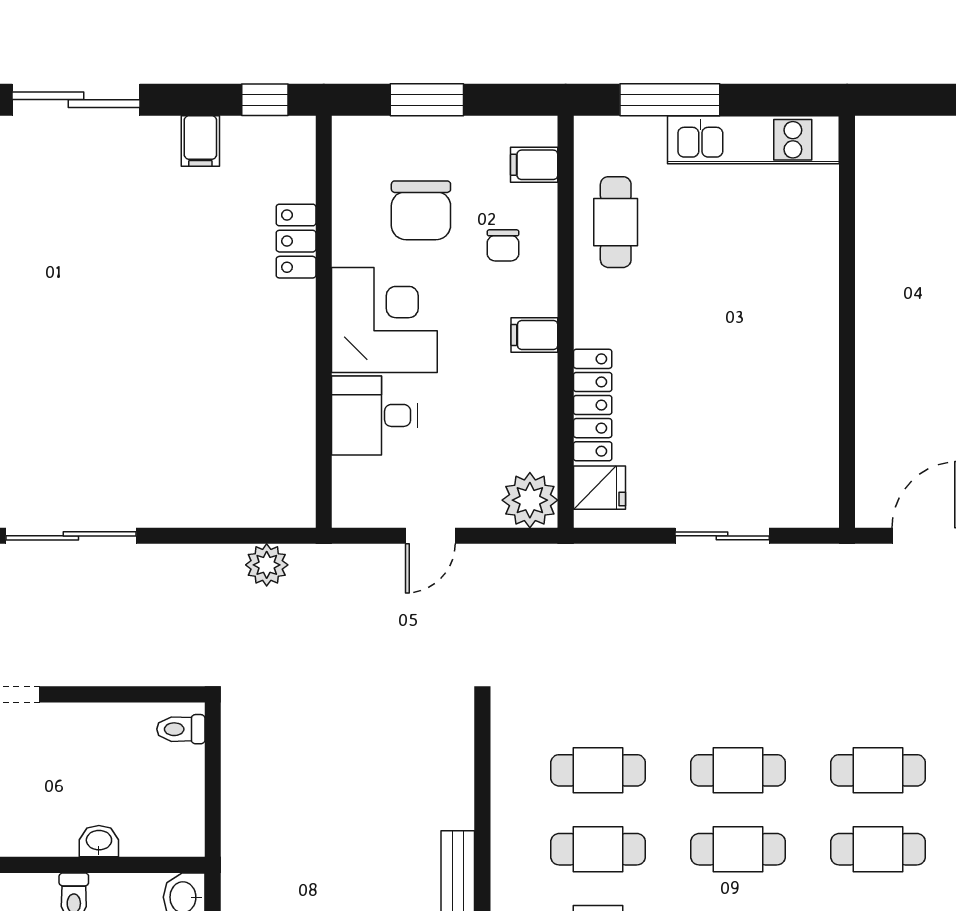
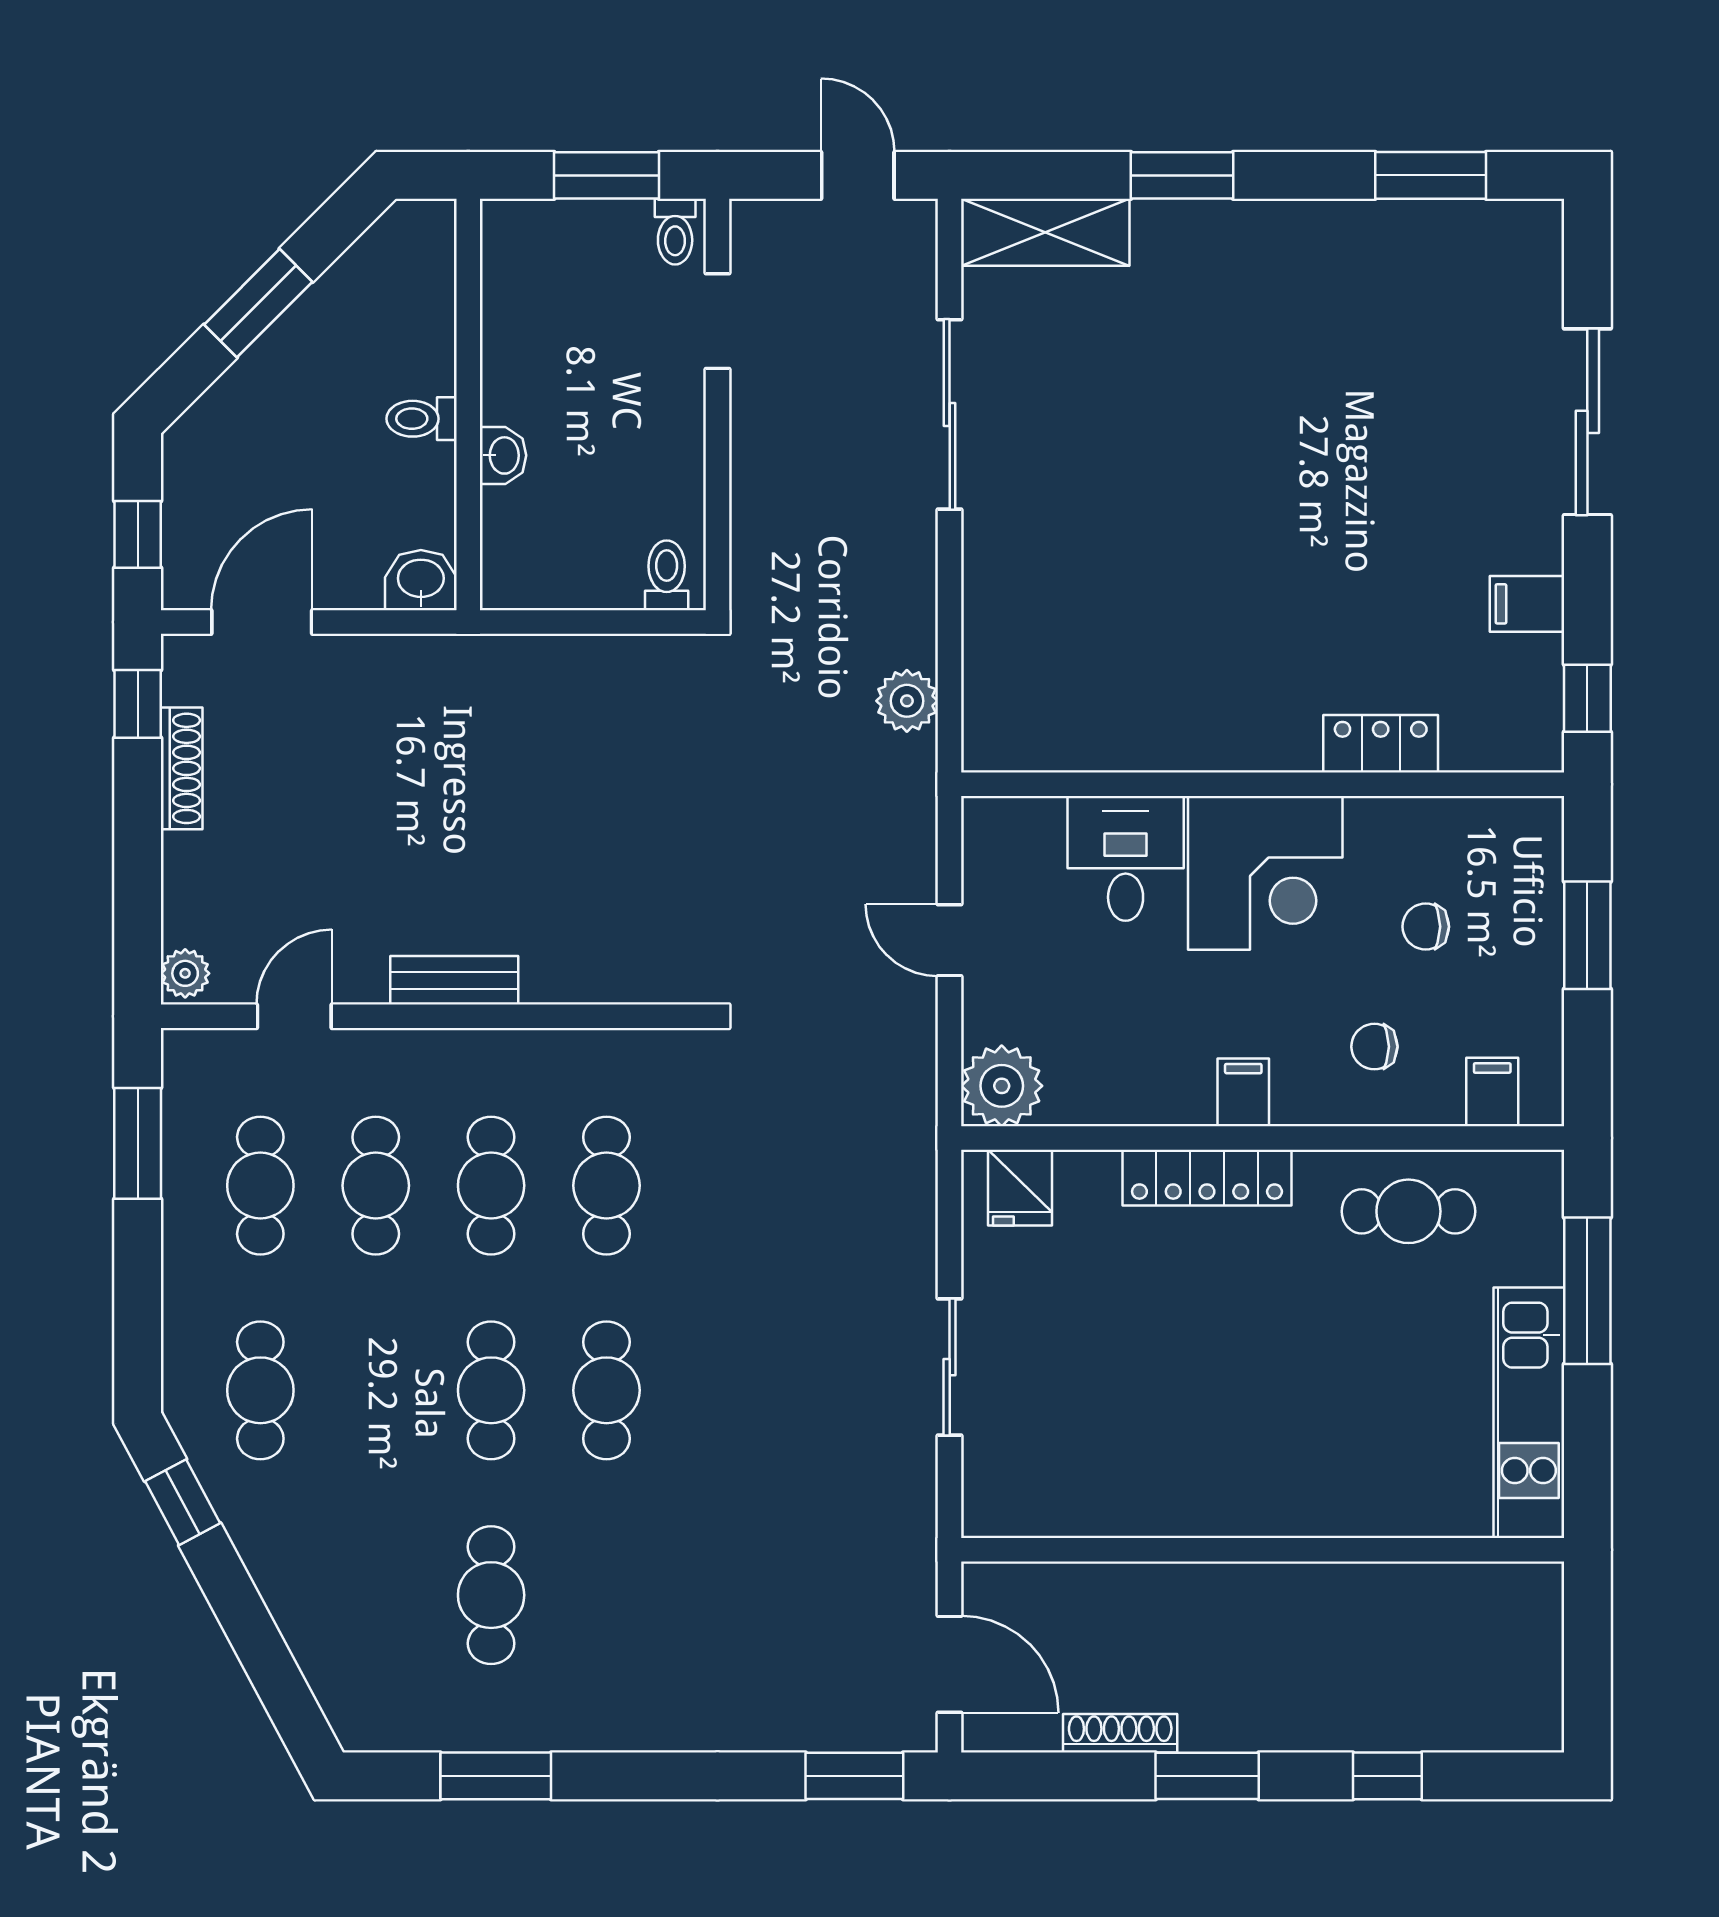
chair: (421, 210) -> (1426, 927), width x0.54, depth x0.54
locker: (593, 405) -> (1207, 1178), moved
cafe table: (878, 770) -> (606, 1595), removed

